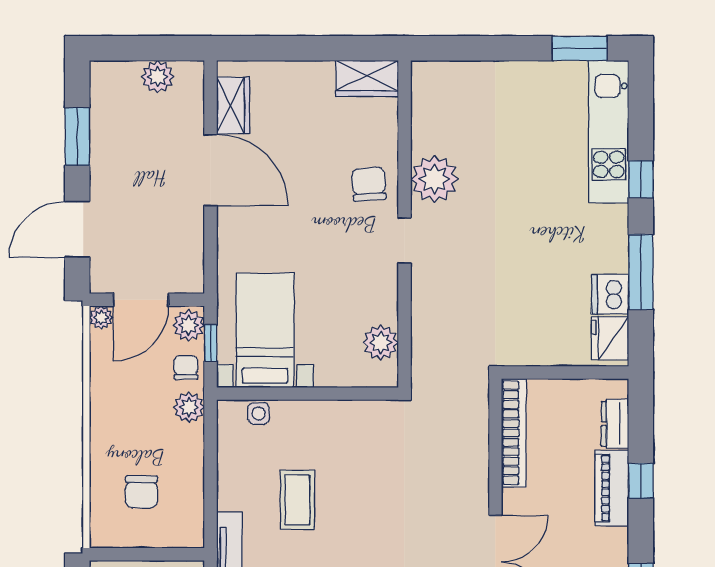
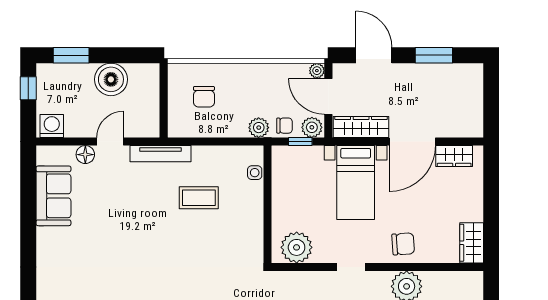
plant: (158, 77) -> (473, 107), removed
doorway: (404, 241) -> (351, 267), moved
wardrobe: (188, 249) -> (361, 127), added
bed with nightstands: (265, 330) -> (356, 182), moved, turned 90
plant: (381, 342) -> (297, 247), width x1.36, depth x1.36
chair: (141, 492) -> (204, 97), turned -90

